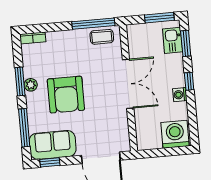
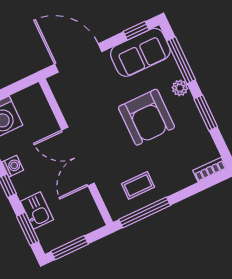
coffee table: (102, 37) -> (138, 185), moved
kitchen sink: (173, 40) -> (37, 211), moved
plant: (31, 85) -> (180, 88), moved
armchair: (66, 95) -> (146, 117), turned 180

